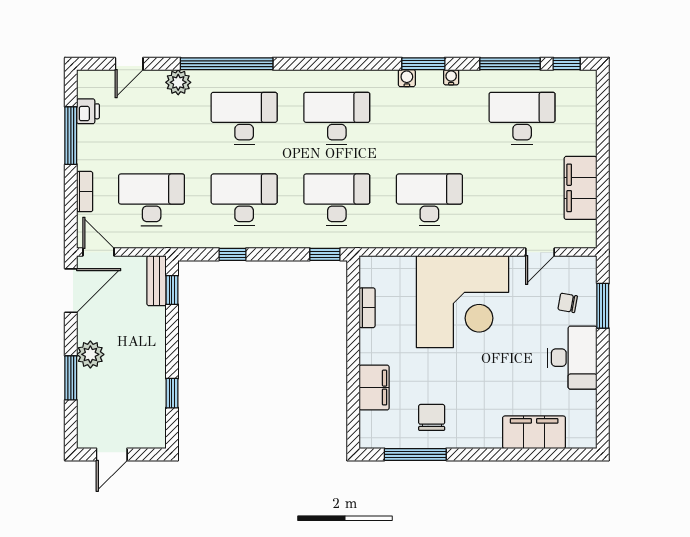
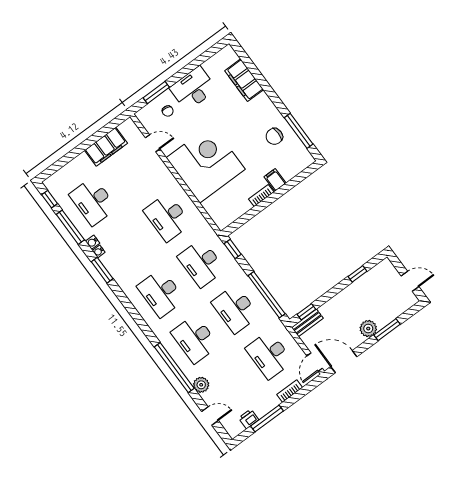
water cooler: (407, 78) -> (92, 242), moved
window: (232, 254) -> (267, 295), width x3.17
bookcase: (367, 308) -> (261, 196), moved
filing cabinet: (374, 388) -> (275, 180), width x0.50

